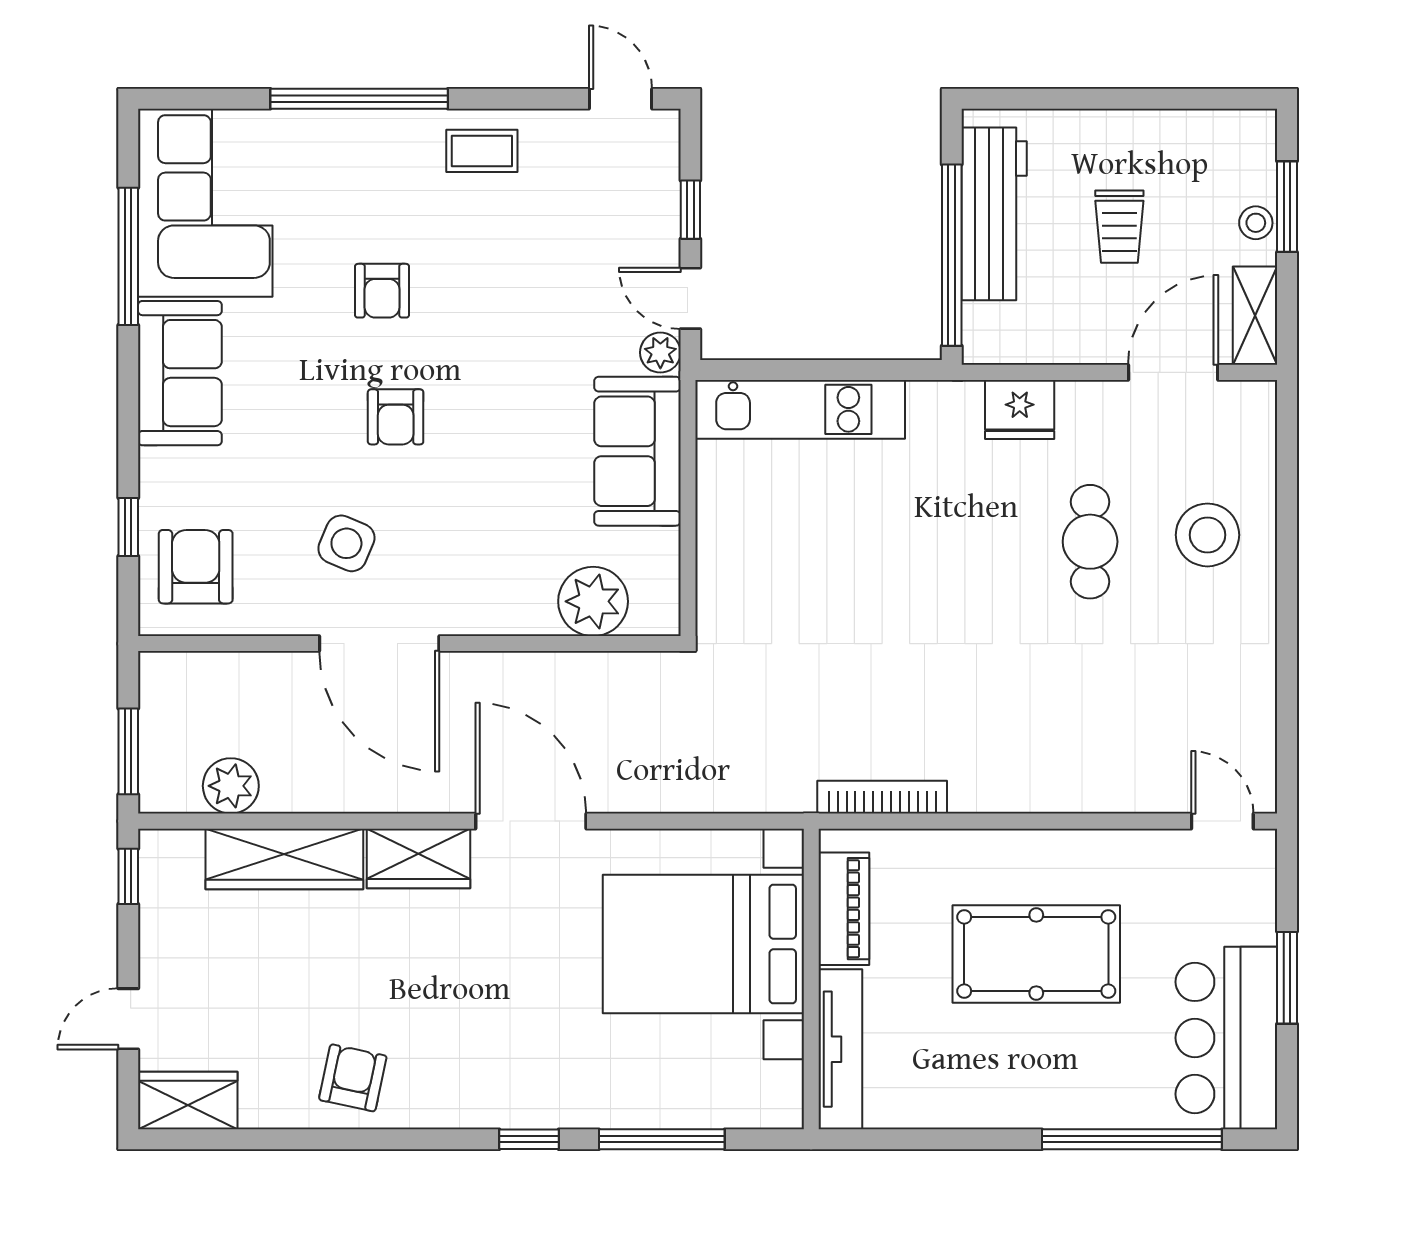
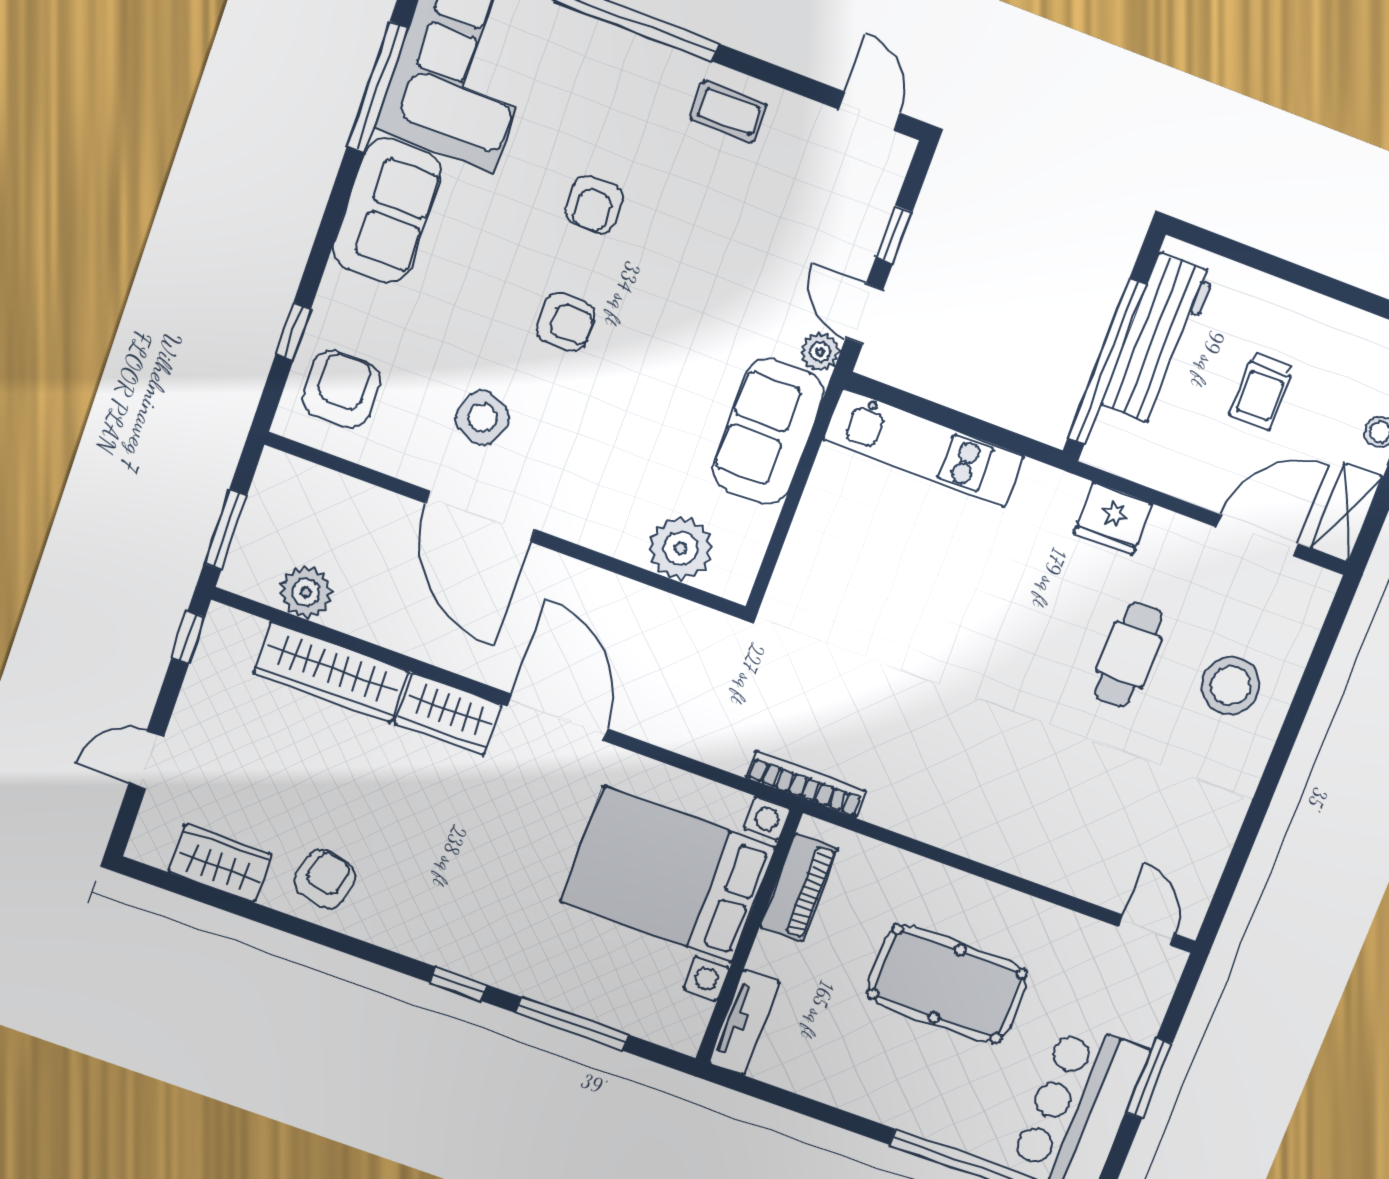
armchair: (396, 417) -> (566, 322), turned -90
bookcase: (882, 797) -> (806, 784), moved
tv unit: (840, 1049) -> (744, 1022), width x0.71
wardrobe: (188, 1101) -> (220, 863), moved

